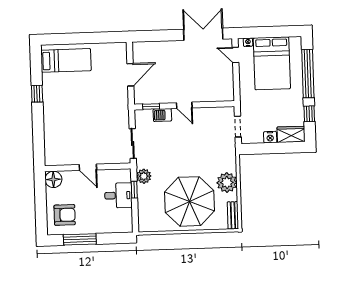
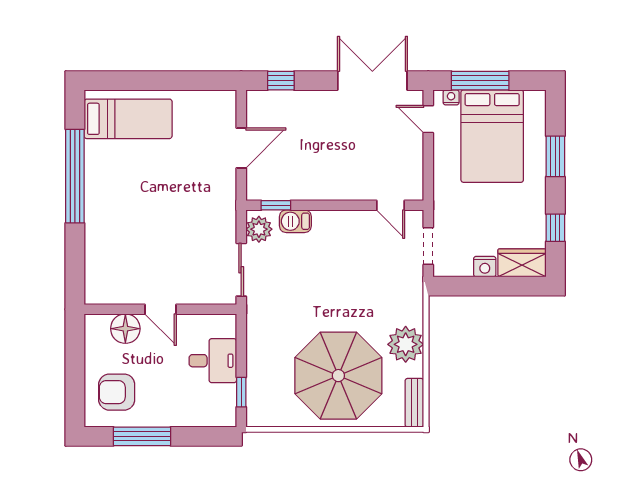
window: (264, 32) -> (480, 81), added
window: (152, 36) -> (281, 81), added
window: (308, 74) -> (555, 156), width x0.47
window: (37, 94) -> (75, 176), width x3.17
door: (184, 105) -> (391, 205), moved
plant: (144, 176) -> (259, 229), moved
floor lamp: (53, 179) -> (125, 329), moved
window: (134, 190) -> (241, 392), moved
armchair: (65, 215) -> (117, 392), turned 180

